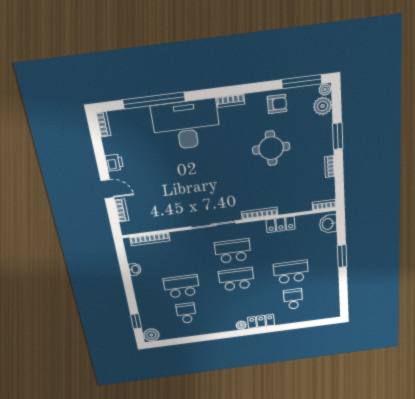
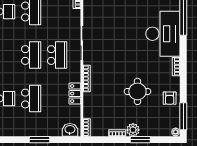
plant: (323, 106) -> (133, 130), moved

